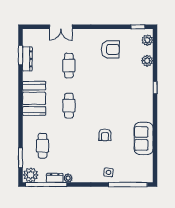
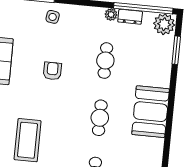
coffee table: (117, 85) -> (28, 140), added
booth: (34, 98) -> (151, 112), moved
cafe table: (43, 146) -> (105, 61), moved

